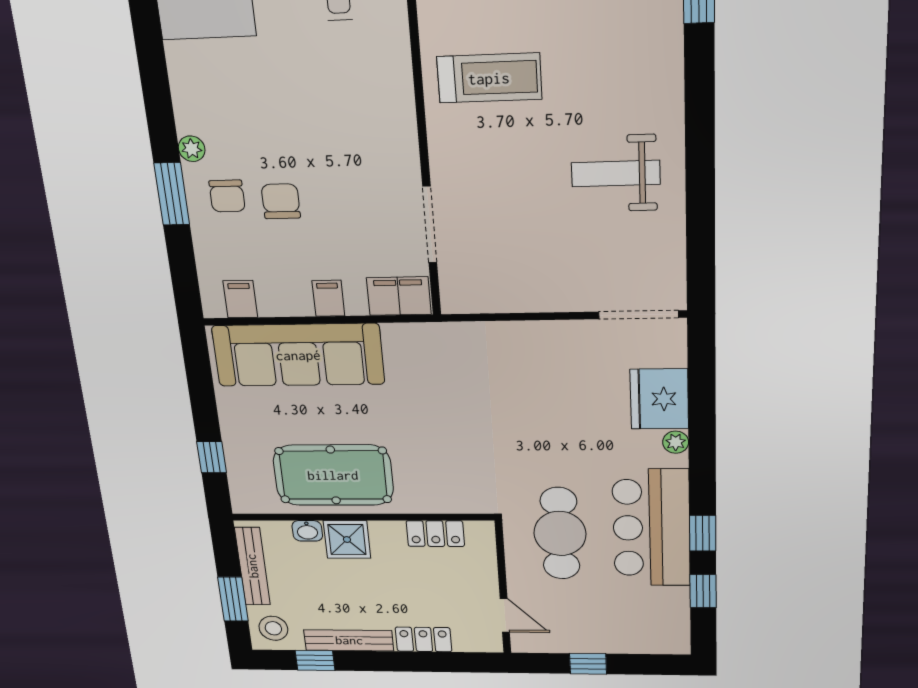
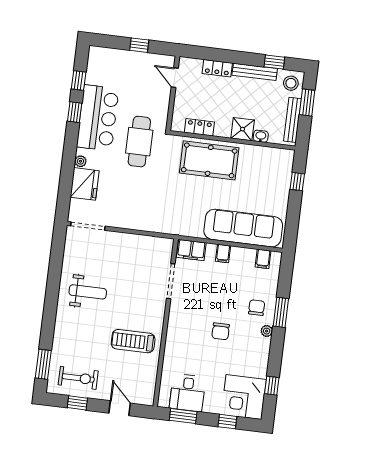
window: (147, 28) -> (272, 386), added
chair: (281, 201) -> (221, 331), moved
pool table: (333, 475) -> (209, 160), moved
cafe table: (560, 533) -> (139, 142), moved

